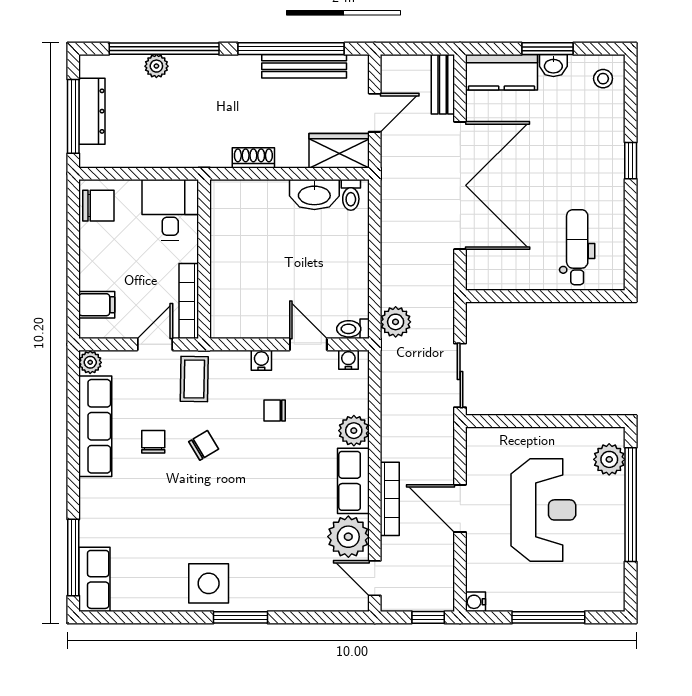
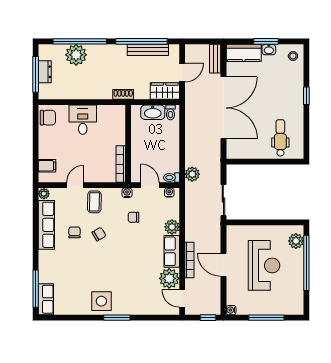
plant: (156, 66) -> (76, 55), width x1.87, depth x1.87
dresser: (92, 111) -> (45, 72), width x0.70
wall: (204, 259) -> (128, 144), moved
bookcase: (189, 301) -> (121, 164), moved

